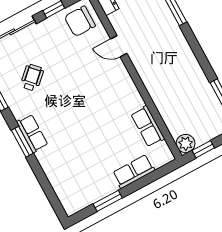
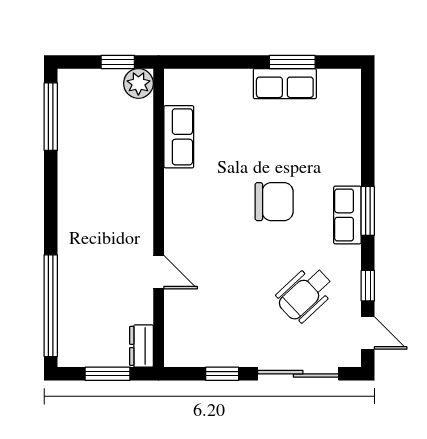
chair: (80, 21) -> (274, 202), moved
wheelchair: (32, 78) -> (305, 294), width x1.36, depth x1.37
row of seats: (134, 171) -> (285, 84), moved

